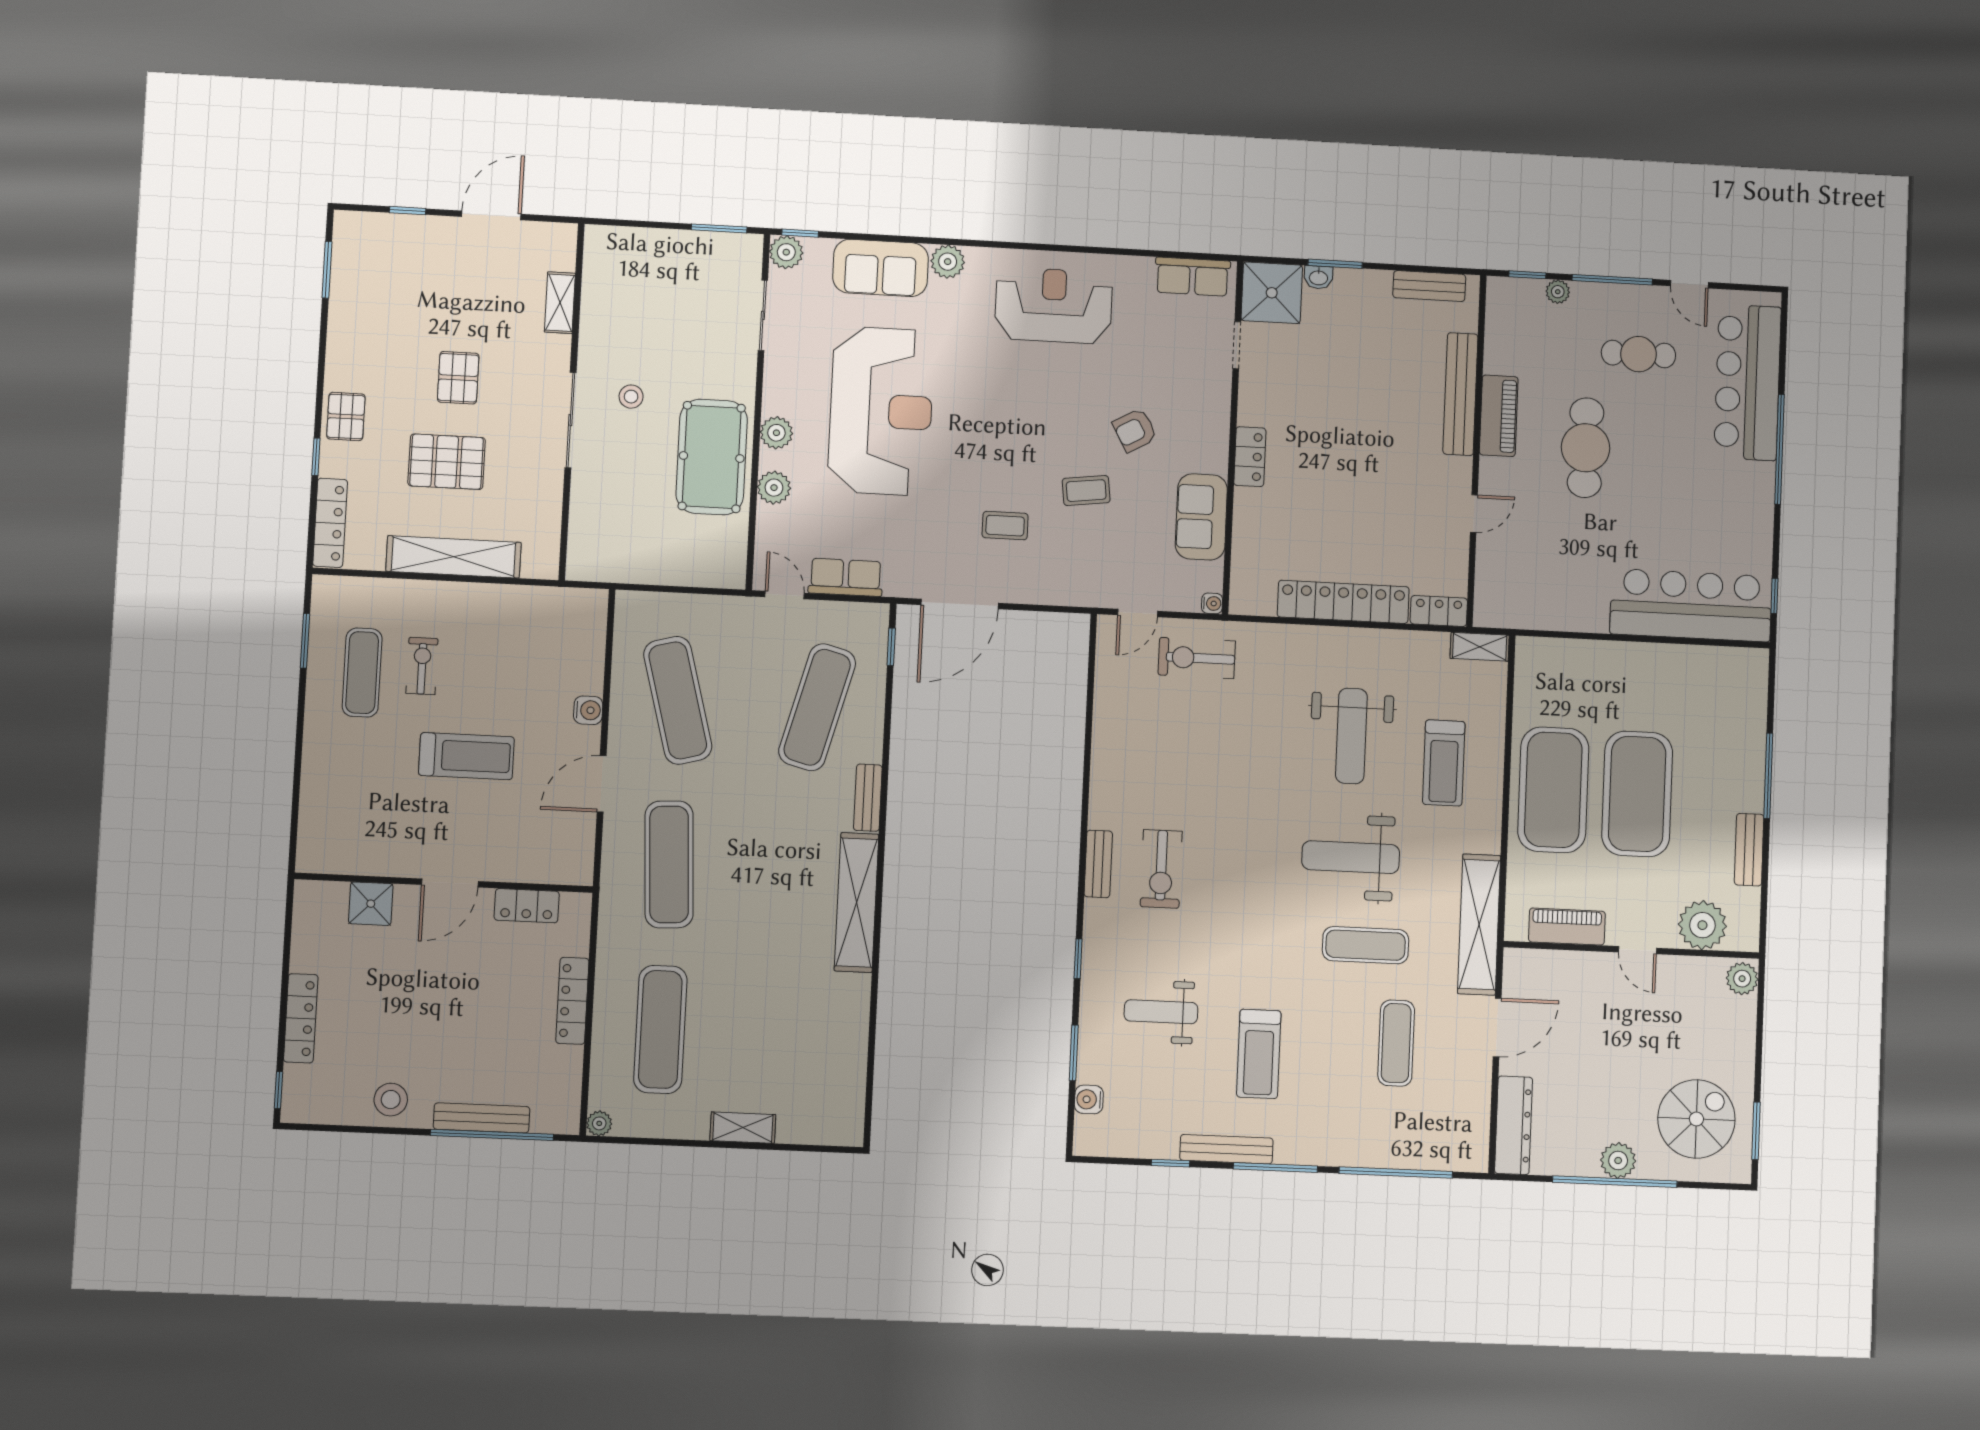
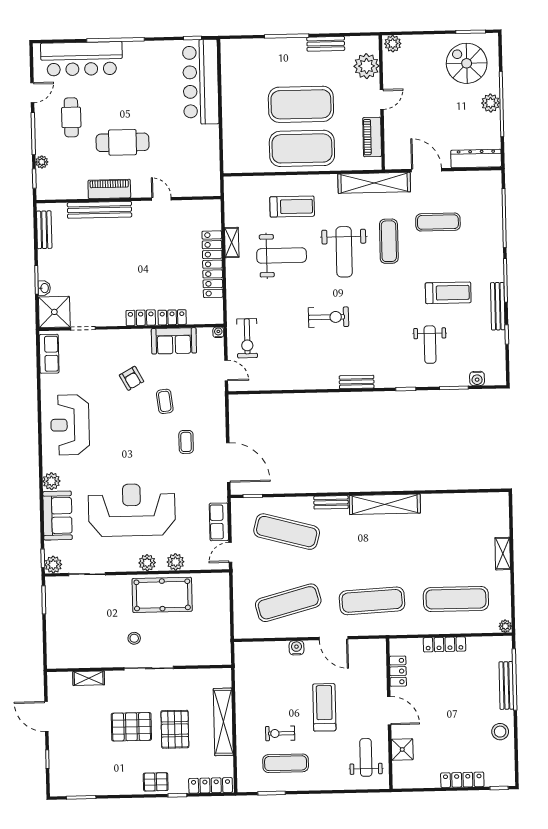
pallet: (458, 378) -> (131, 727), width x1.50, depth x1.42
locker: (1439, 611) -> (172, 317), moved, turned 90
shelving: (1480, 647) -> (232, 242), moved
weight bench: (361, 831) -> (366, 757), added
exercise bike: (1161, 869) -> (328, 317), moved

